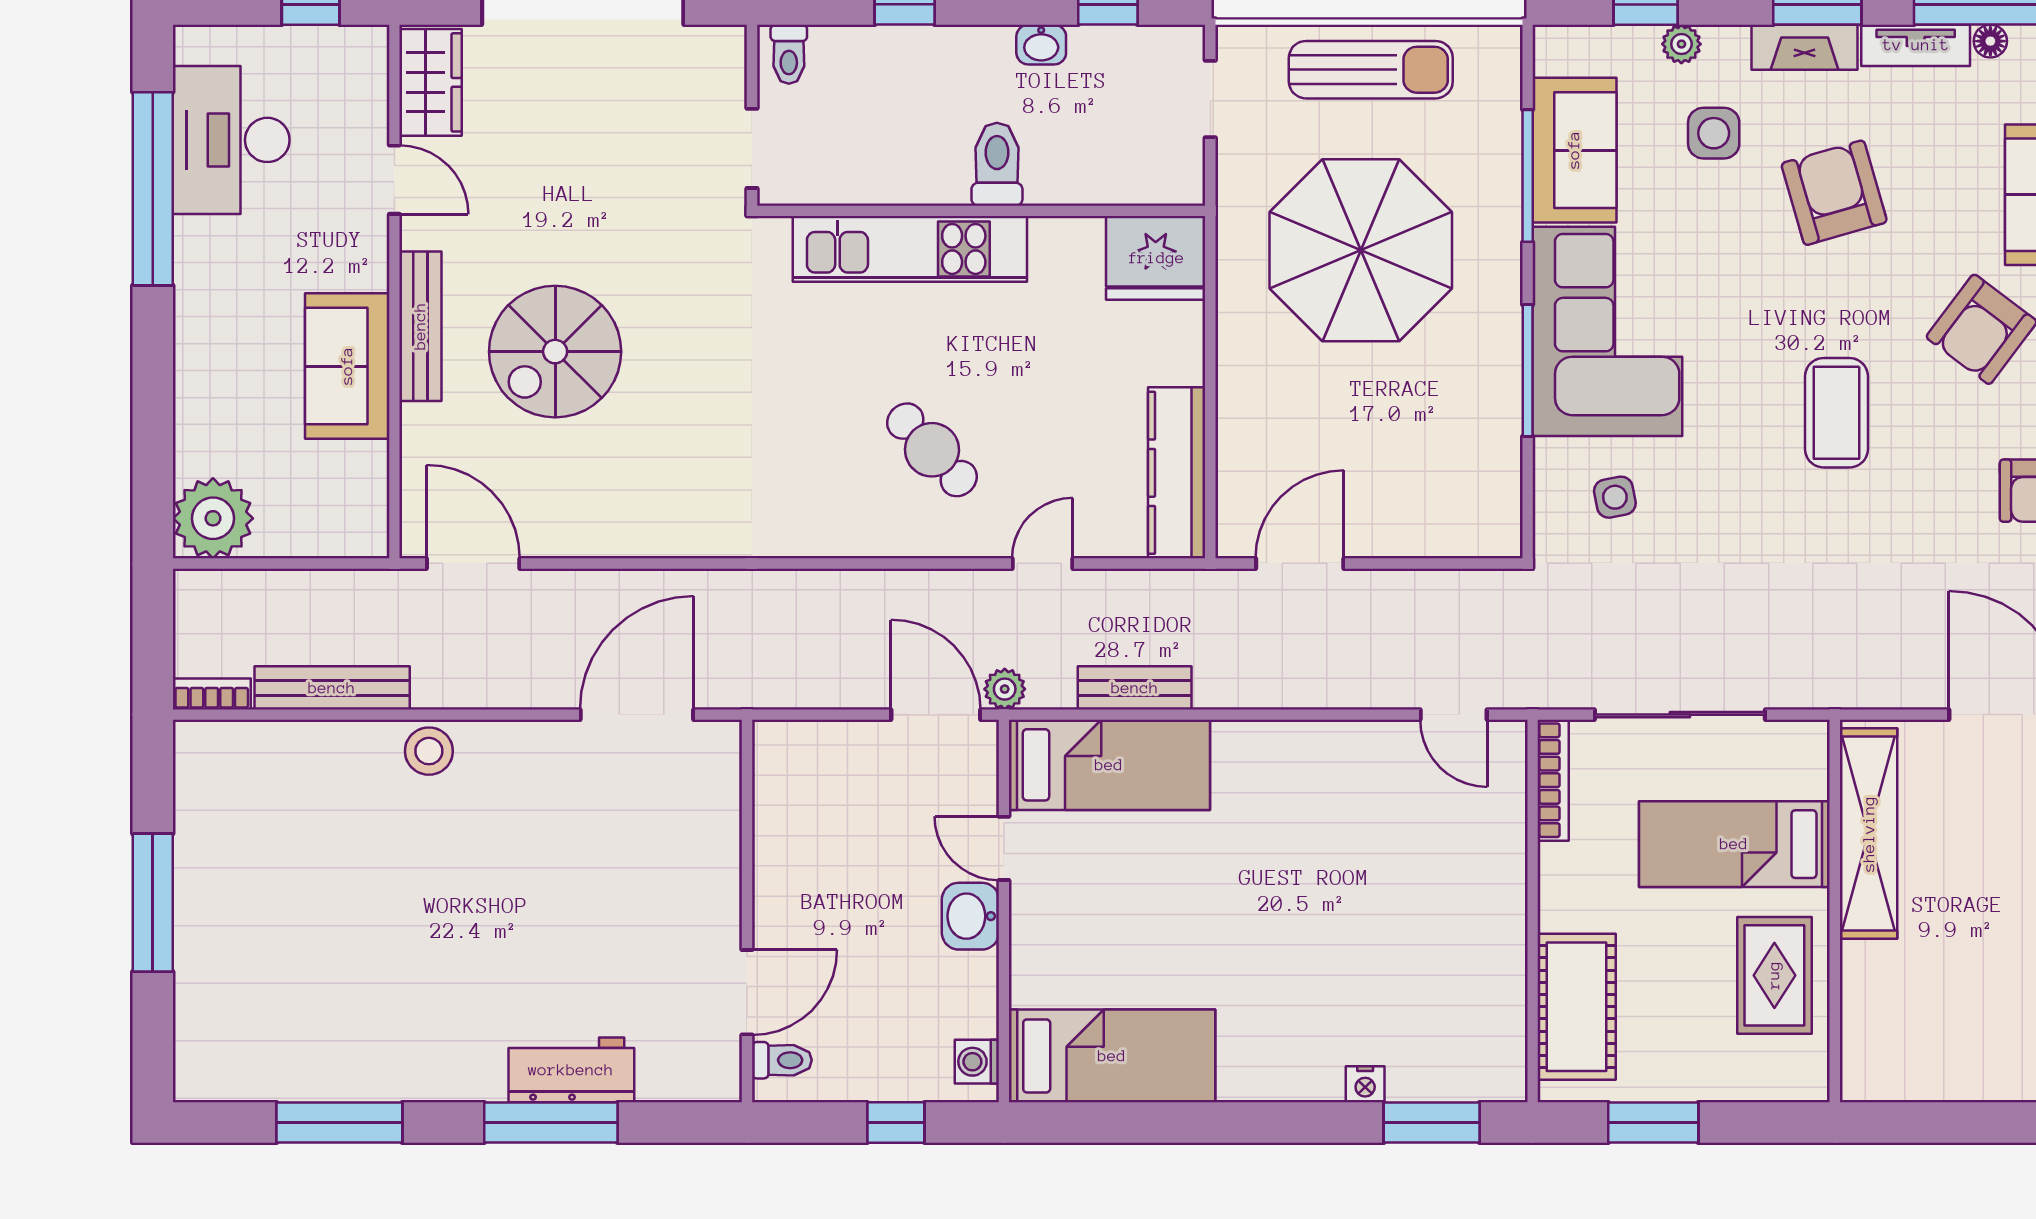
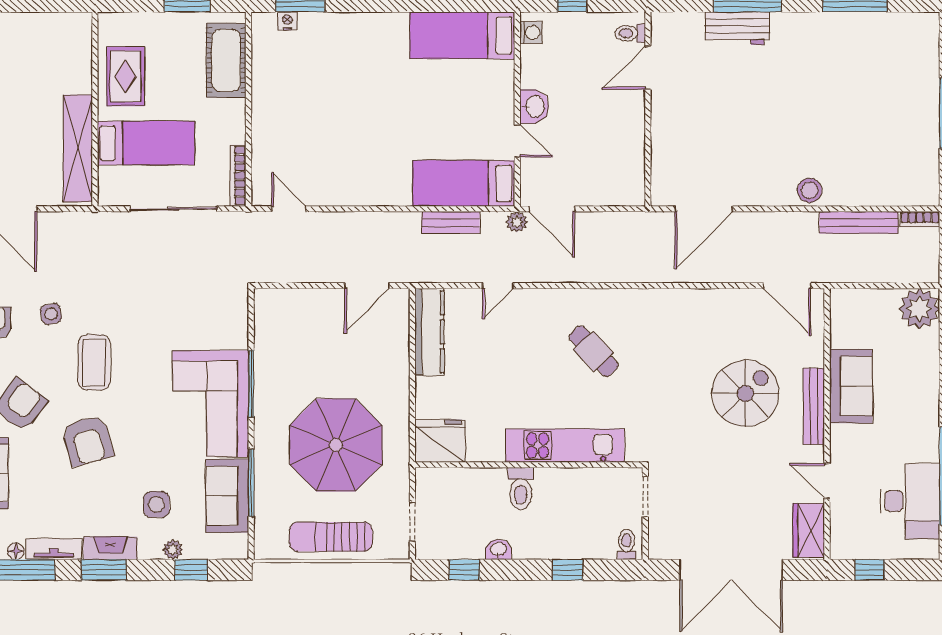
armchair: (1834, 193) -> (88, 441), moved
cafe table: (932, 450) -> (594, 351), moved
side table: (1615, 497) -> (51, 314), moved
nightstand: (1365, 1084) -> (287, 21), moved

